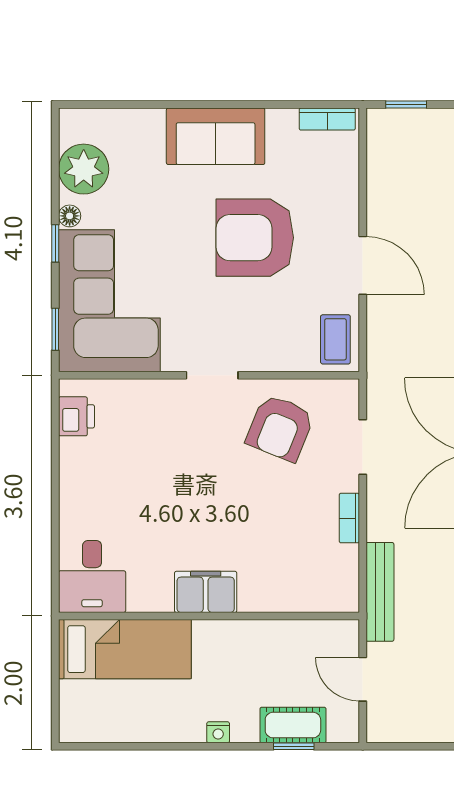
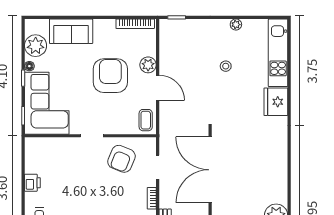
bookcase: (327, 119) -> (135, 24), width x1.56
sofa: (216, 136) -> (71, 31), moved
plant: (341, 213) -> (148, 65), added
armchair: (255, 238) -> (110, 76), turned 90
printer: (76, 416) -> (32, 183), moved

